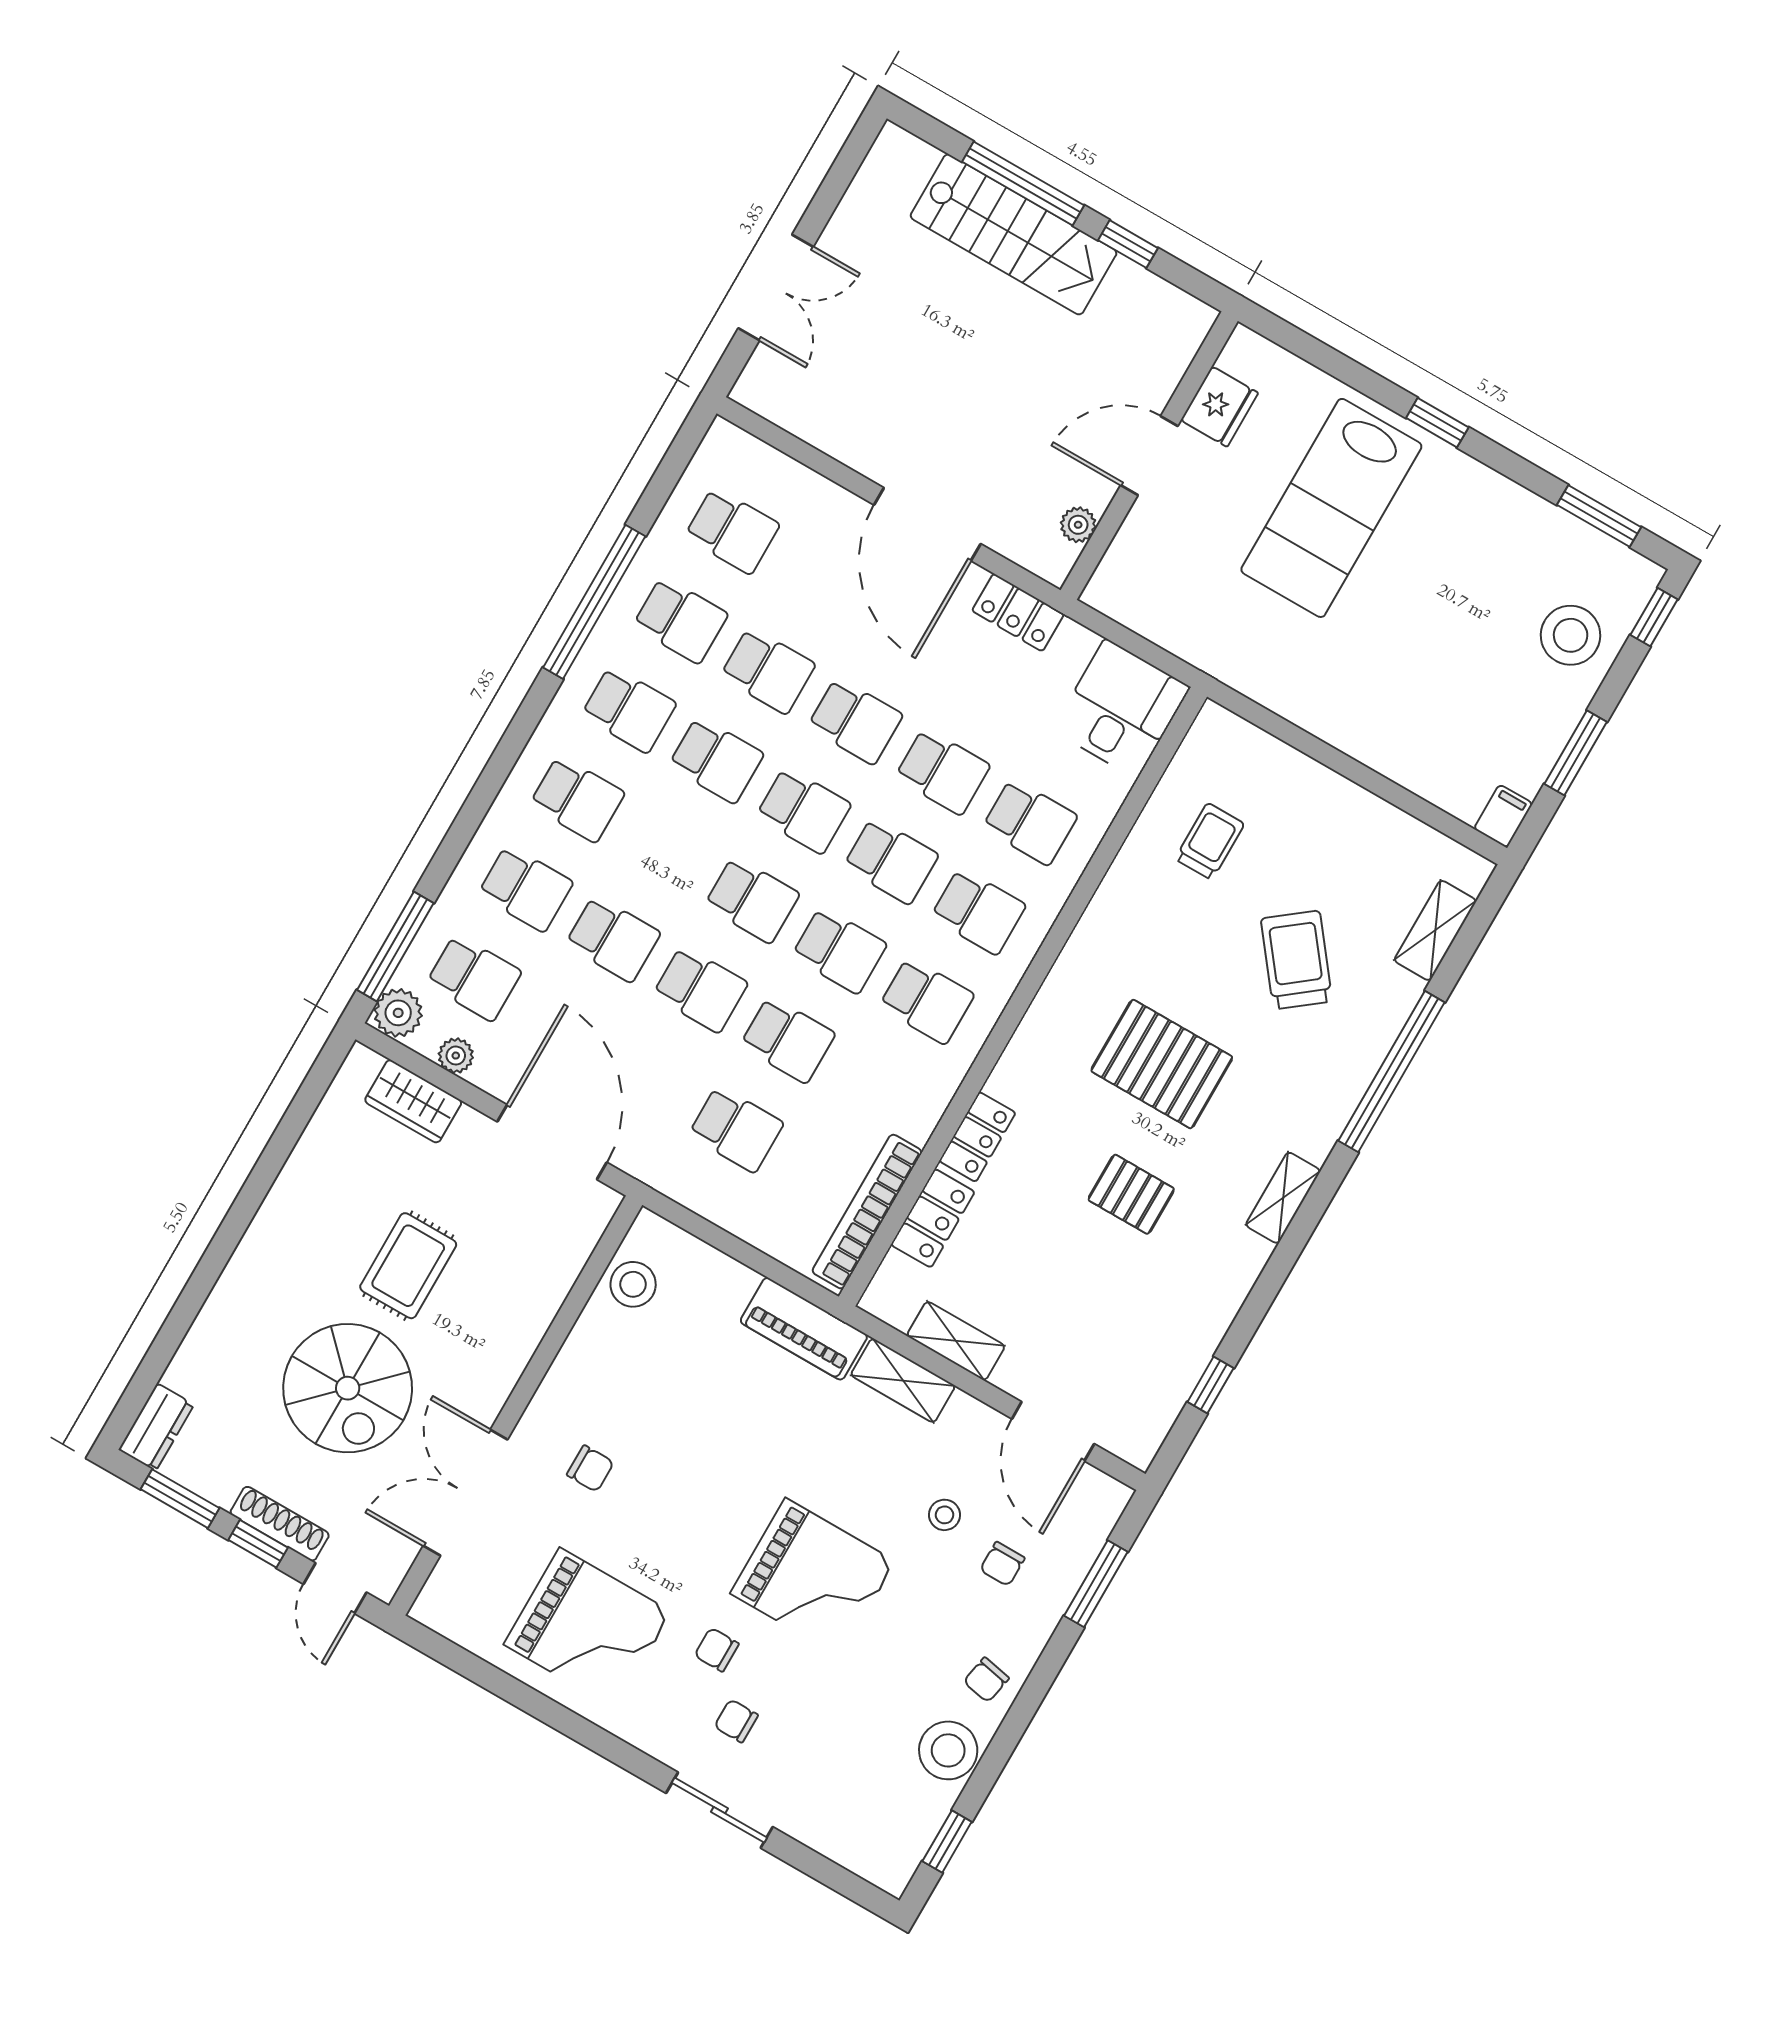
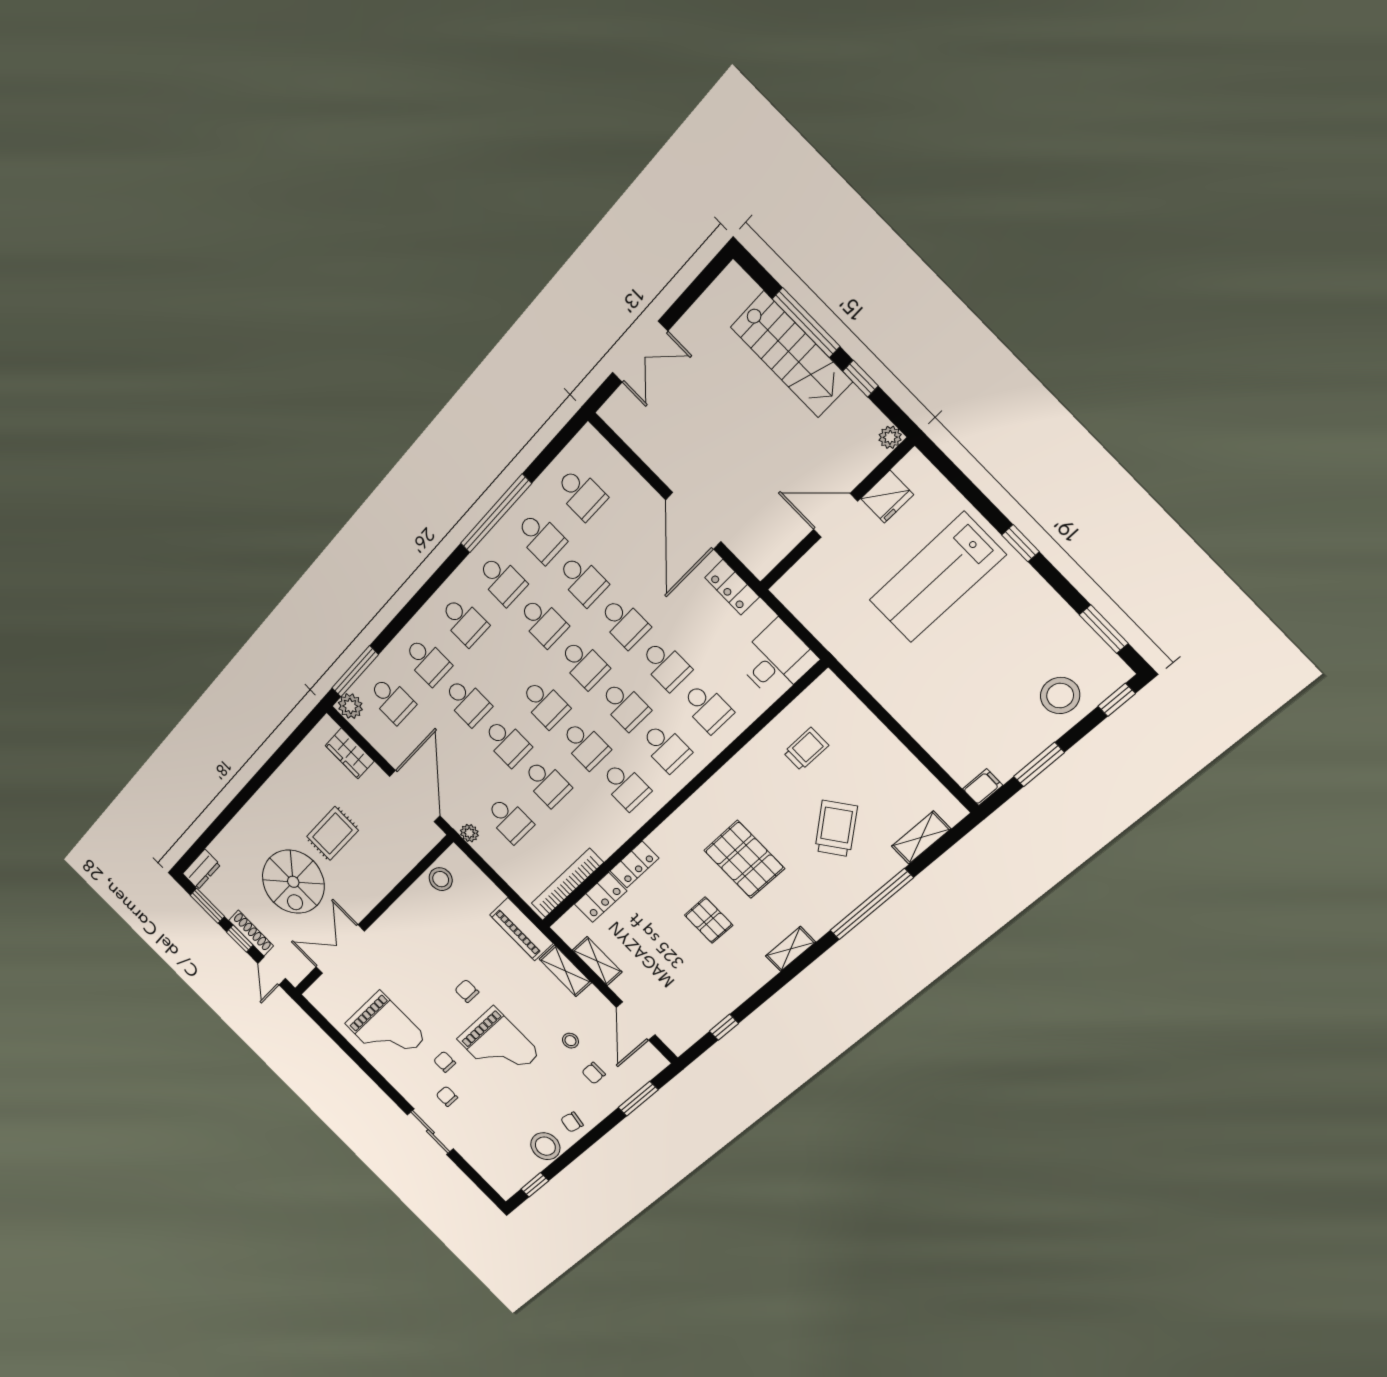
plant: (1078, 525) -> (890, 437), moved
plant: (456, 1056) -> (469, 833), moved
chair: (590, 1469) -> (467, 991), moved, turned 180

